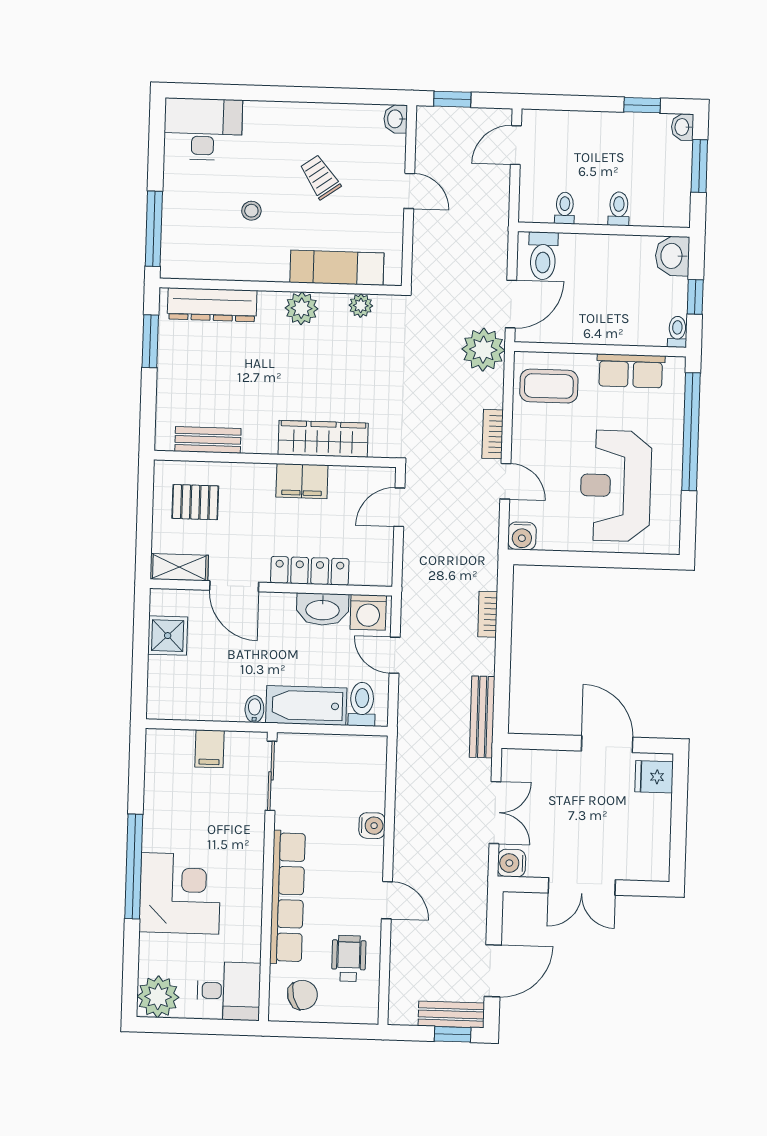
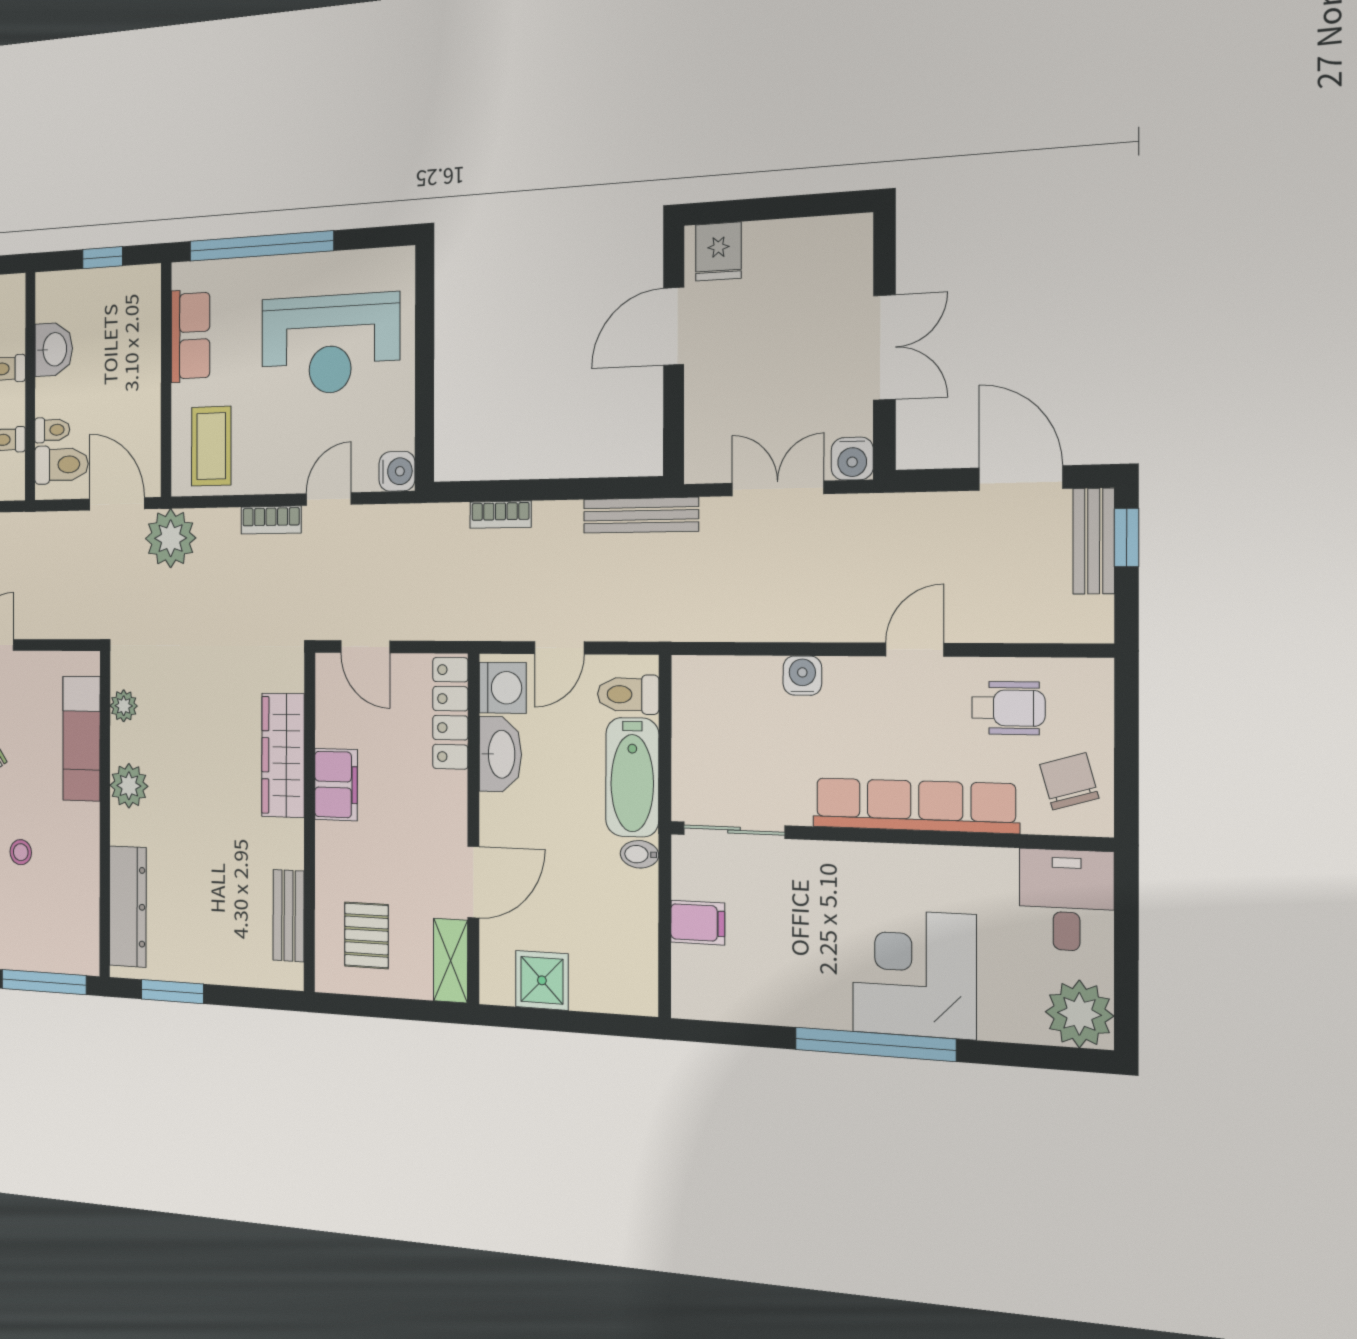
washbasin: (672, 256) -> (54, 349), moved, turned -90
toilet: (677, 332) -> (52, 430), moved, turned 180
locker: (310, 571) -> (450, 713), moved
wheelchair: (349, 959) -> (1008, 708), turned 180

